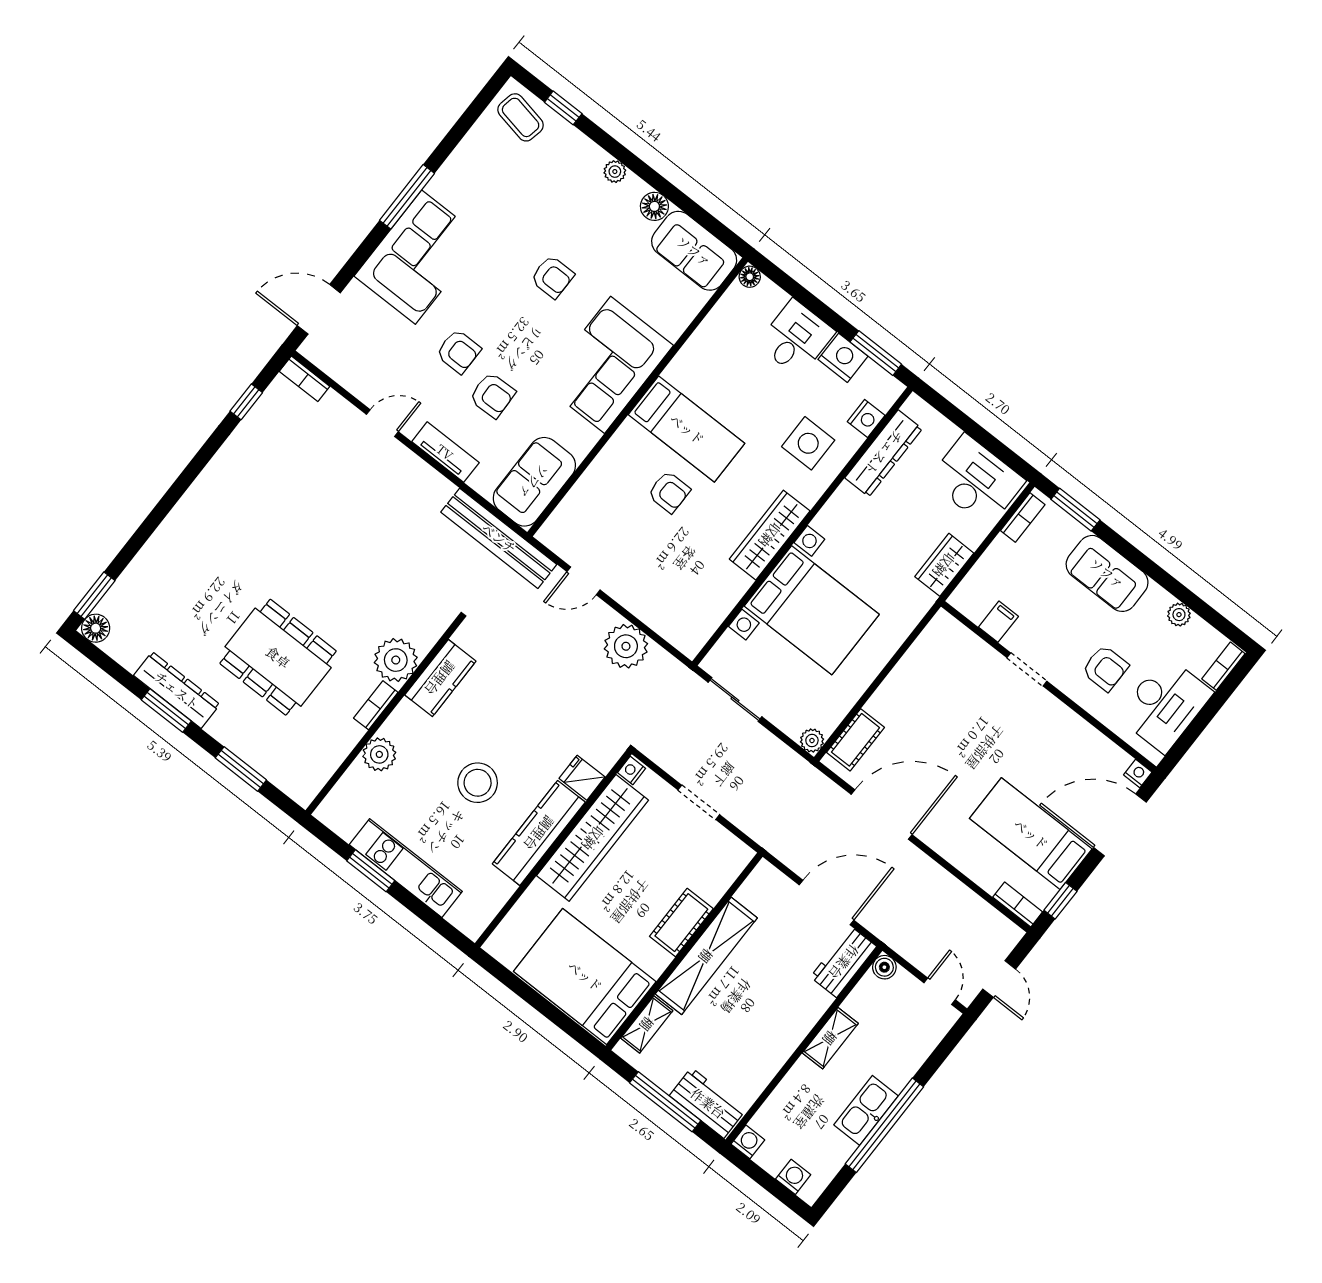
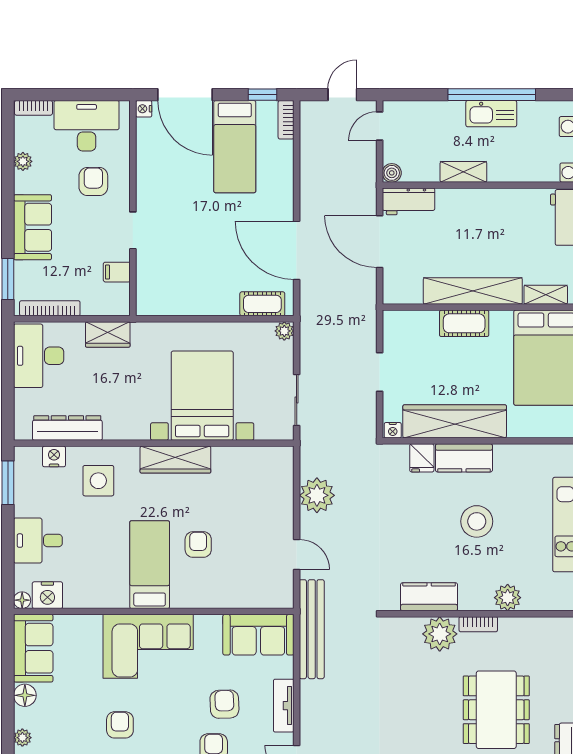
nightstand: (843, 358) -> (47, 595), moved, turned -90
bookcase: (1023, 518) -> (50, 308), width x1.56
kitchen counter: (539, 833) -> (464, 458), width x0.67

